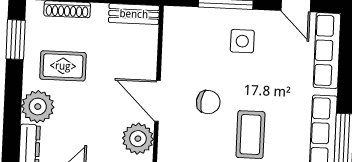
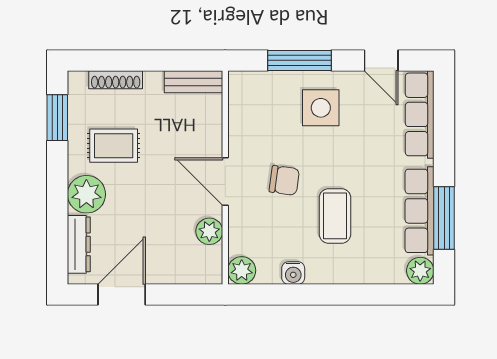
side table: (242, 41) -> (321, 108), width x1.37, depth x1.37
plant: (138, 139) -> (209, 231), width x0.73, depth x0.73

